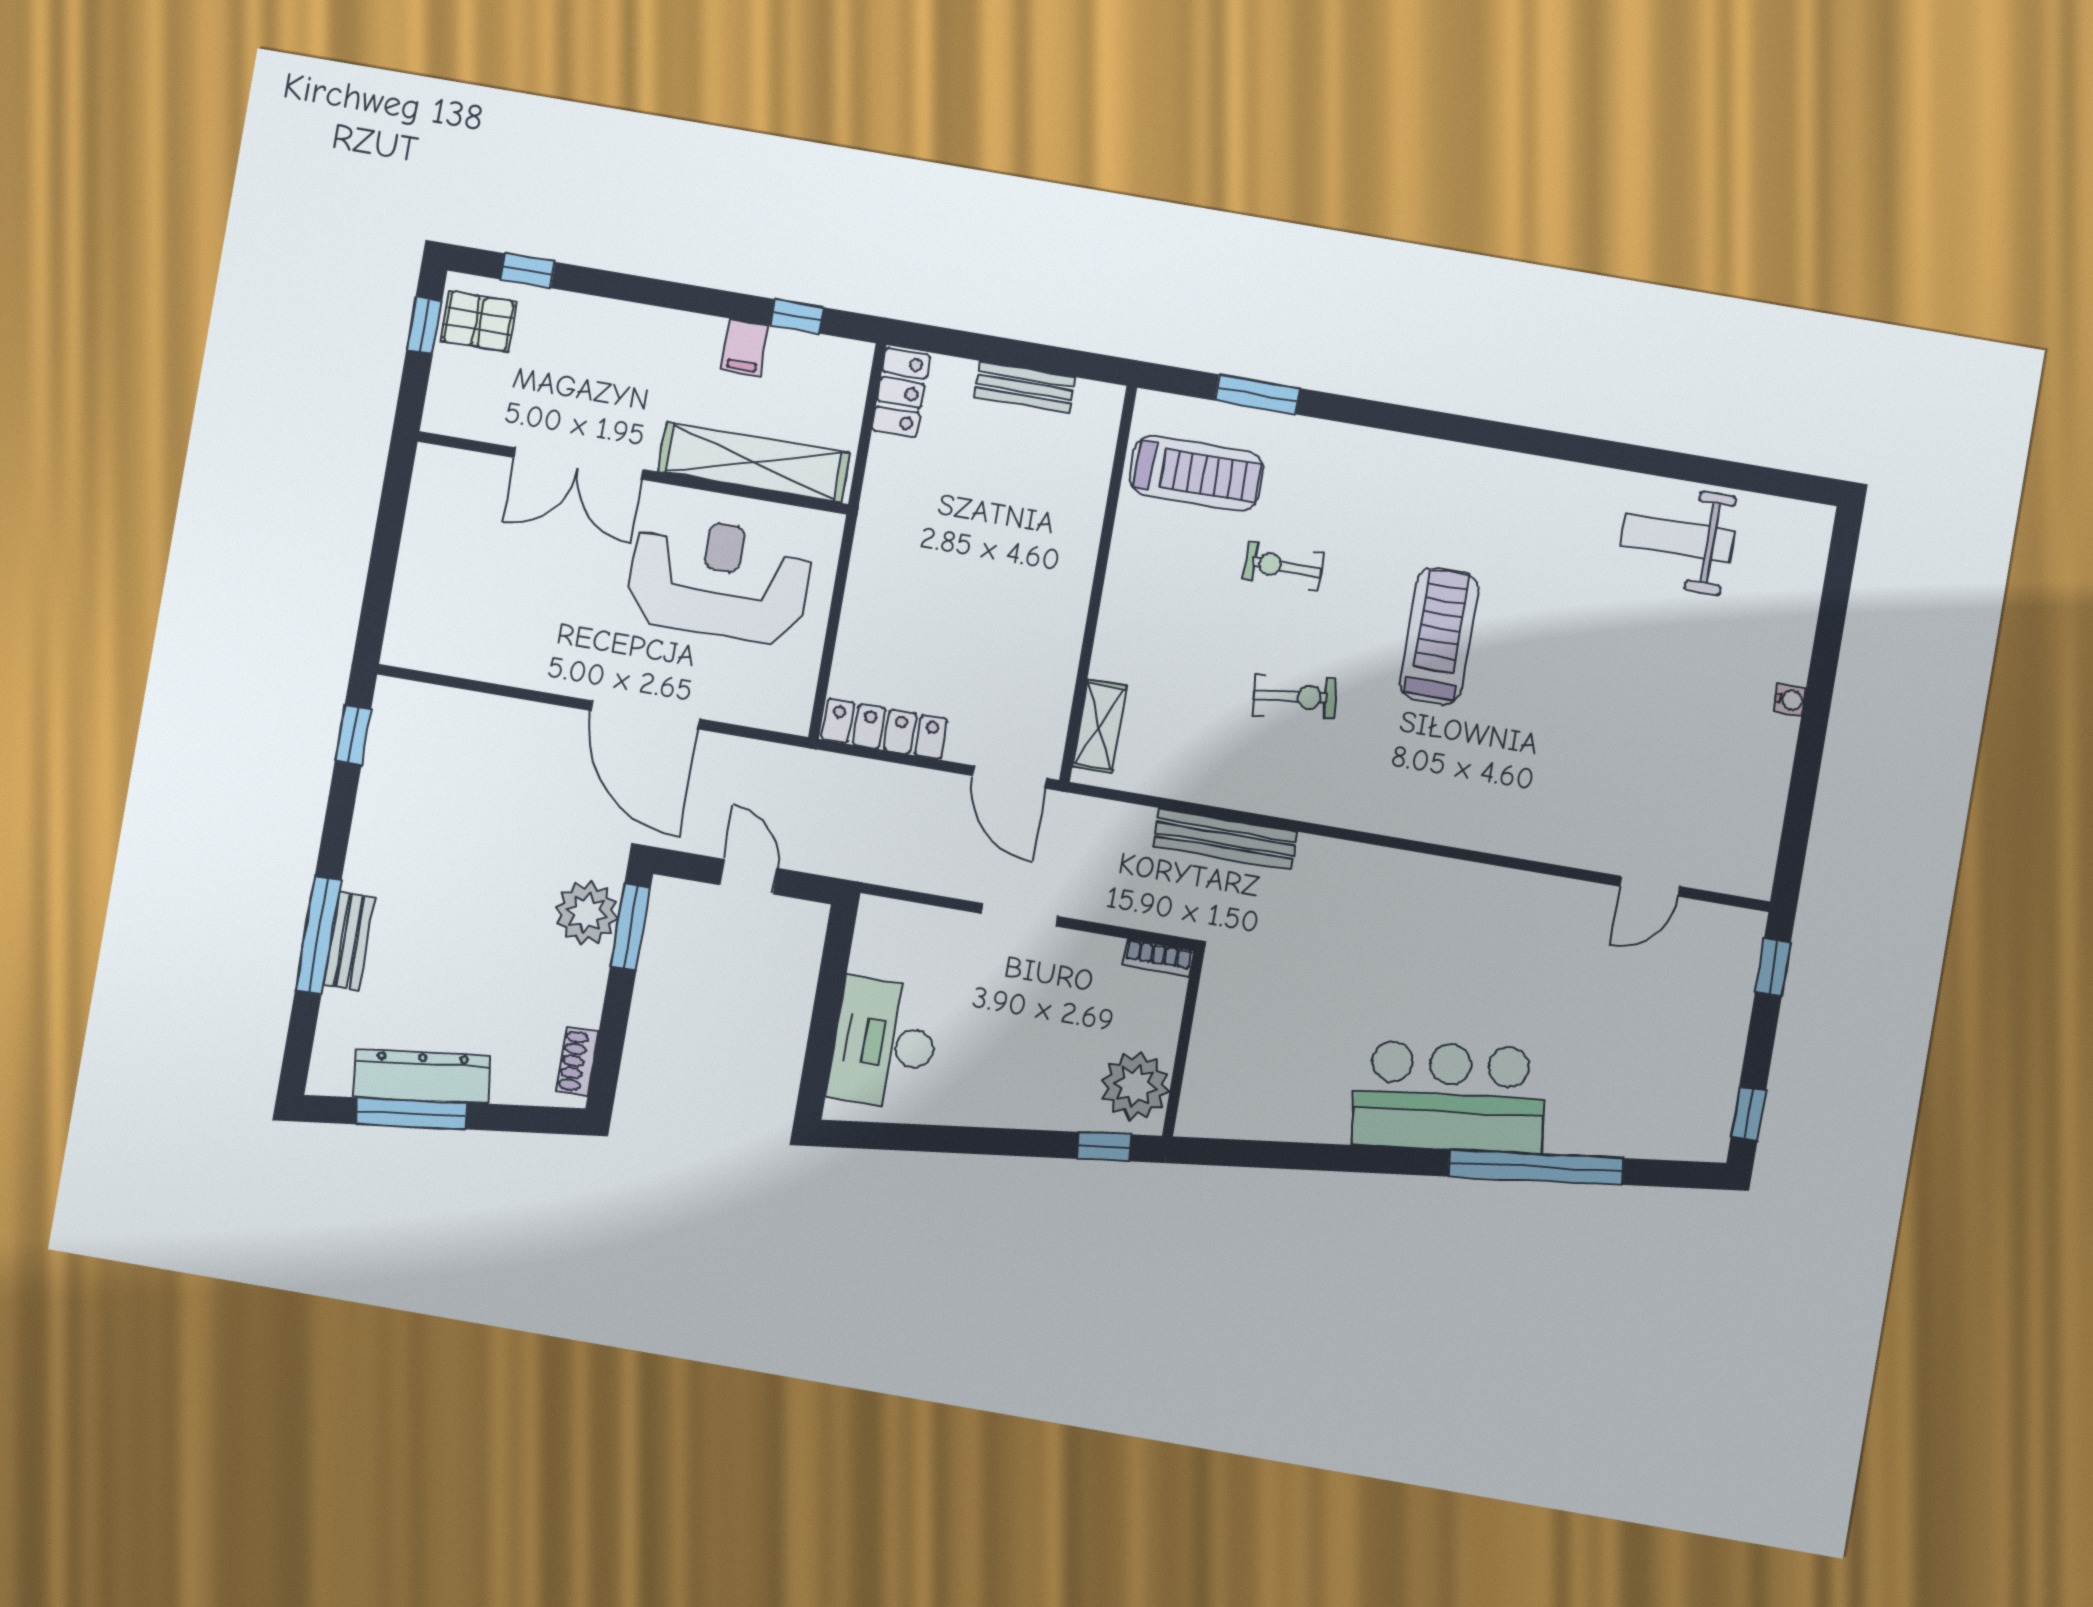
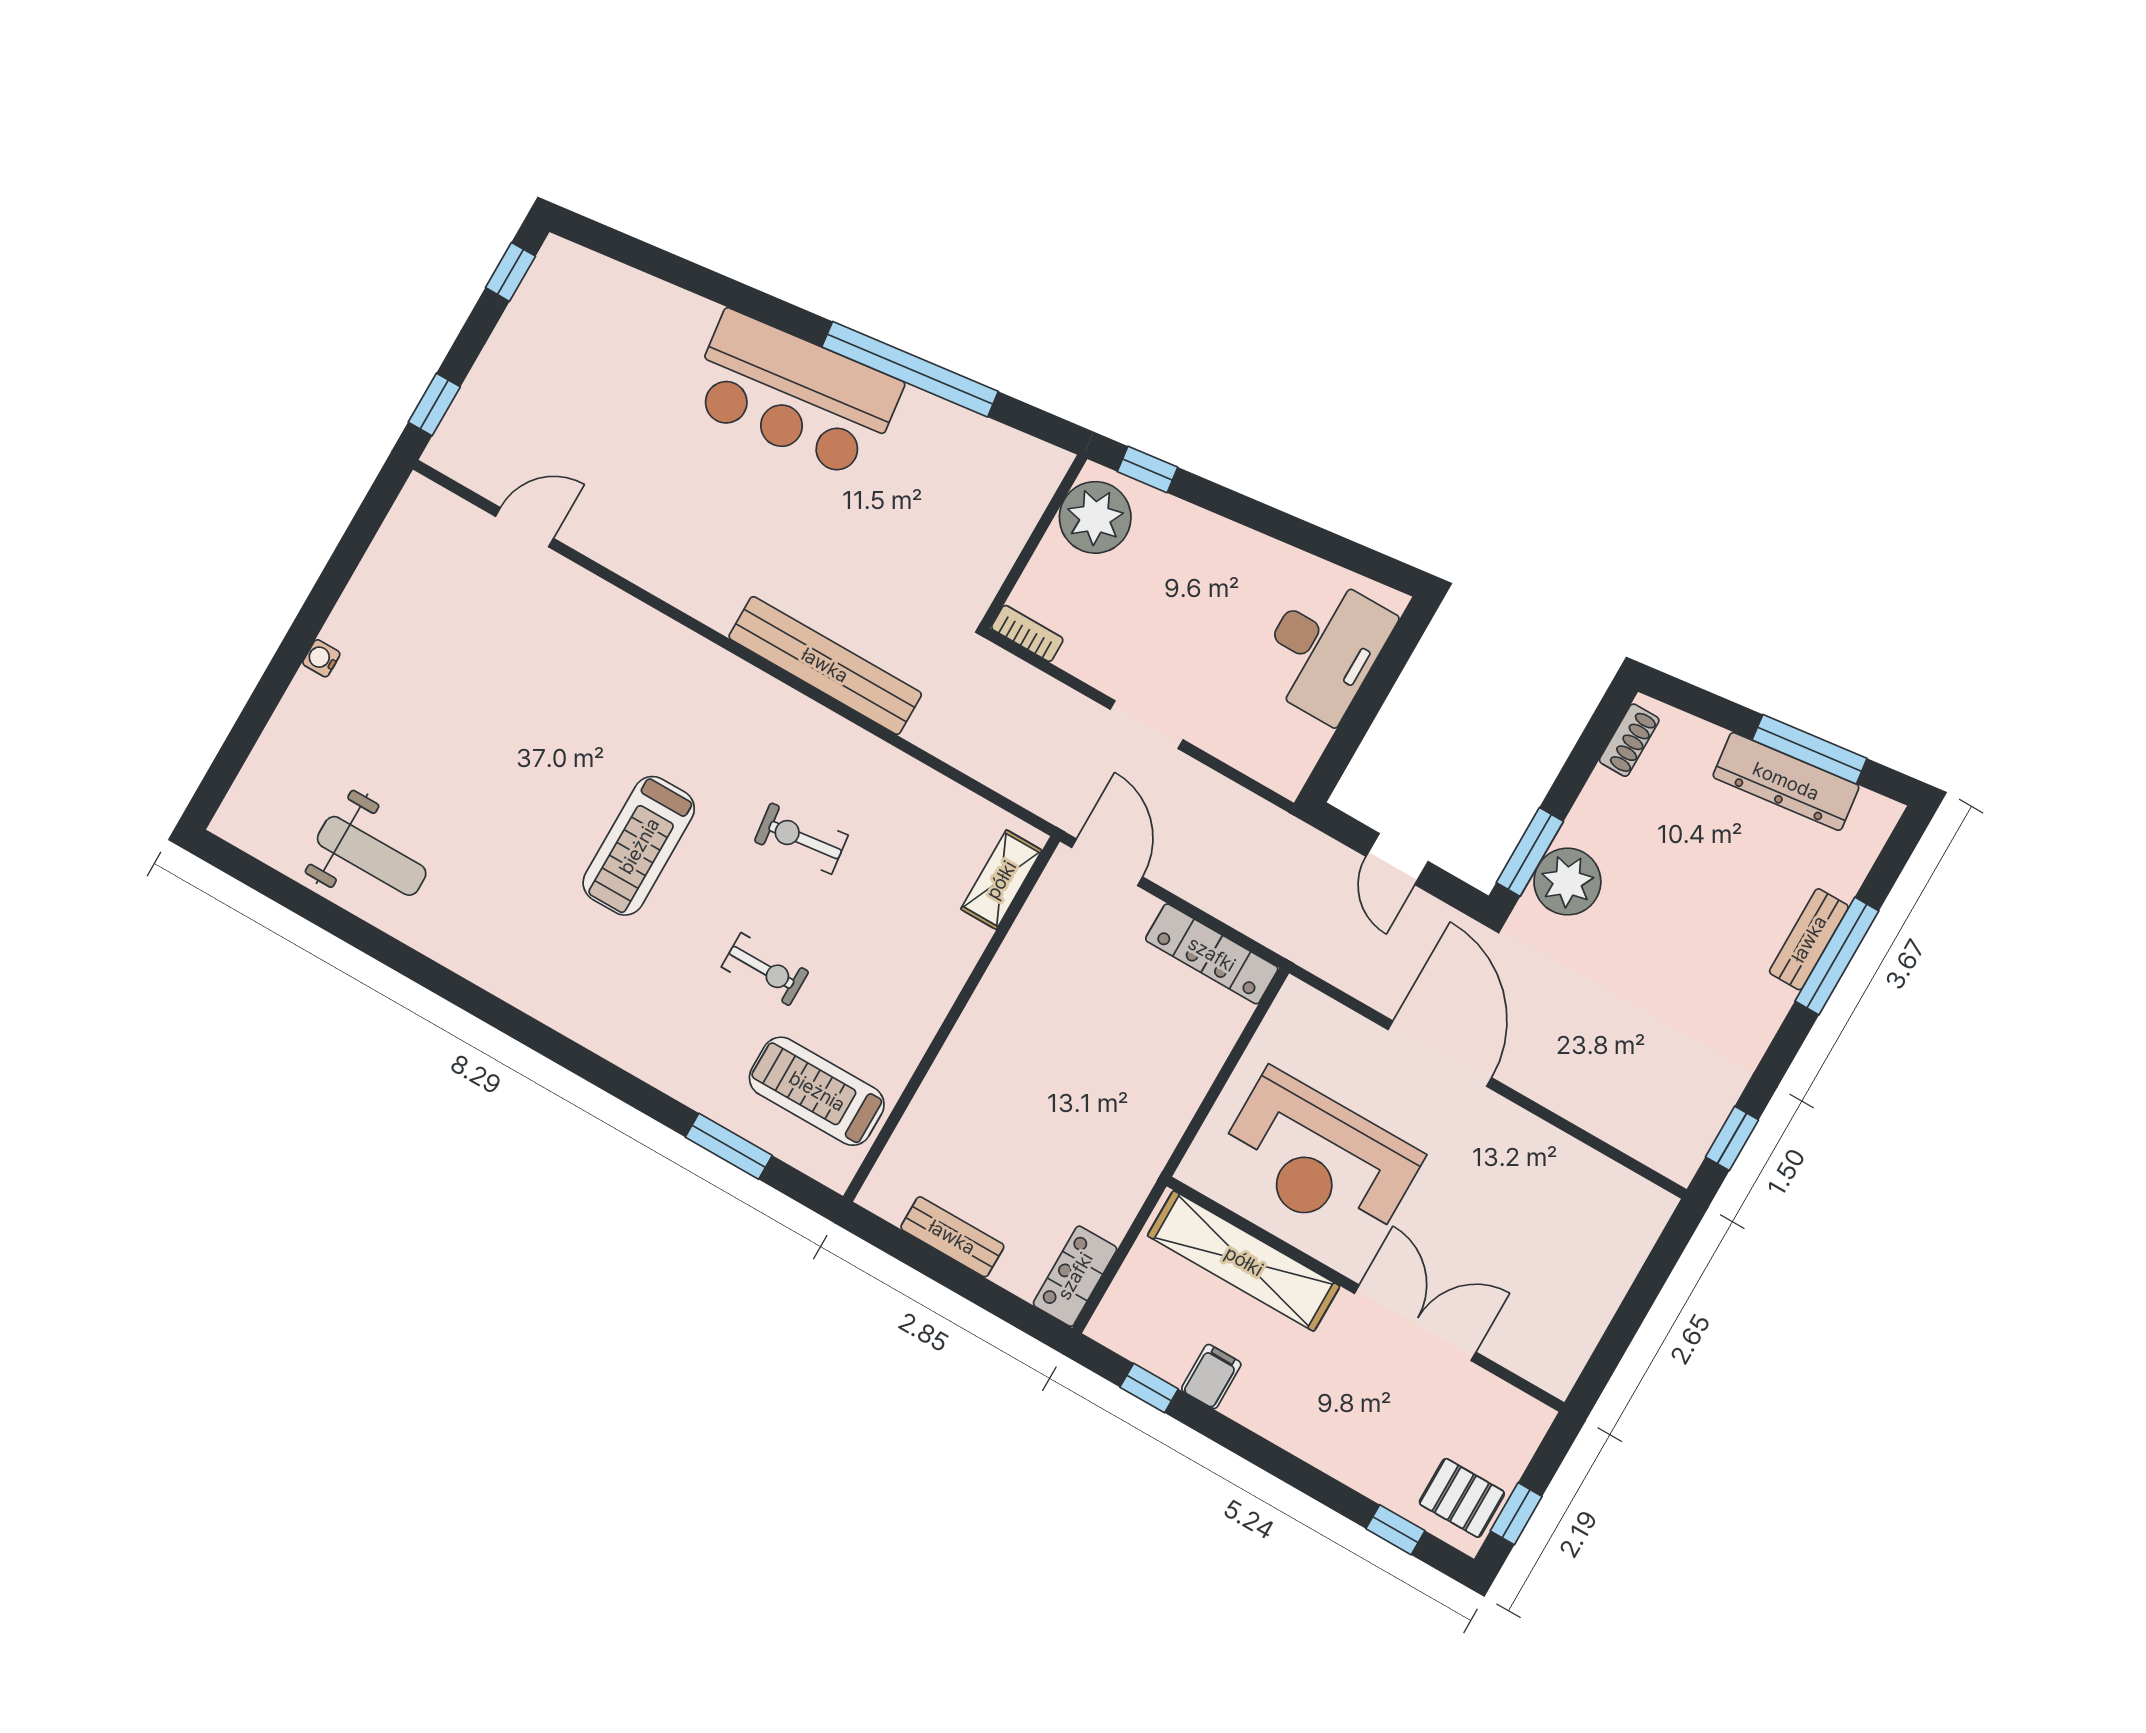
bench: (1225, 839) -> (825, 665), moved, width x1.37, depth x1.21
window: (1536, 1167) -> (910, 369), moved

